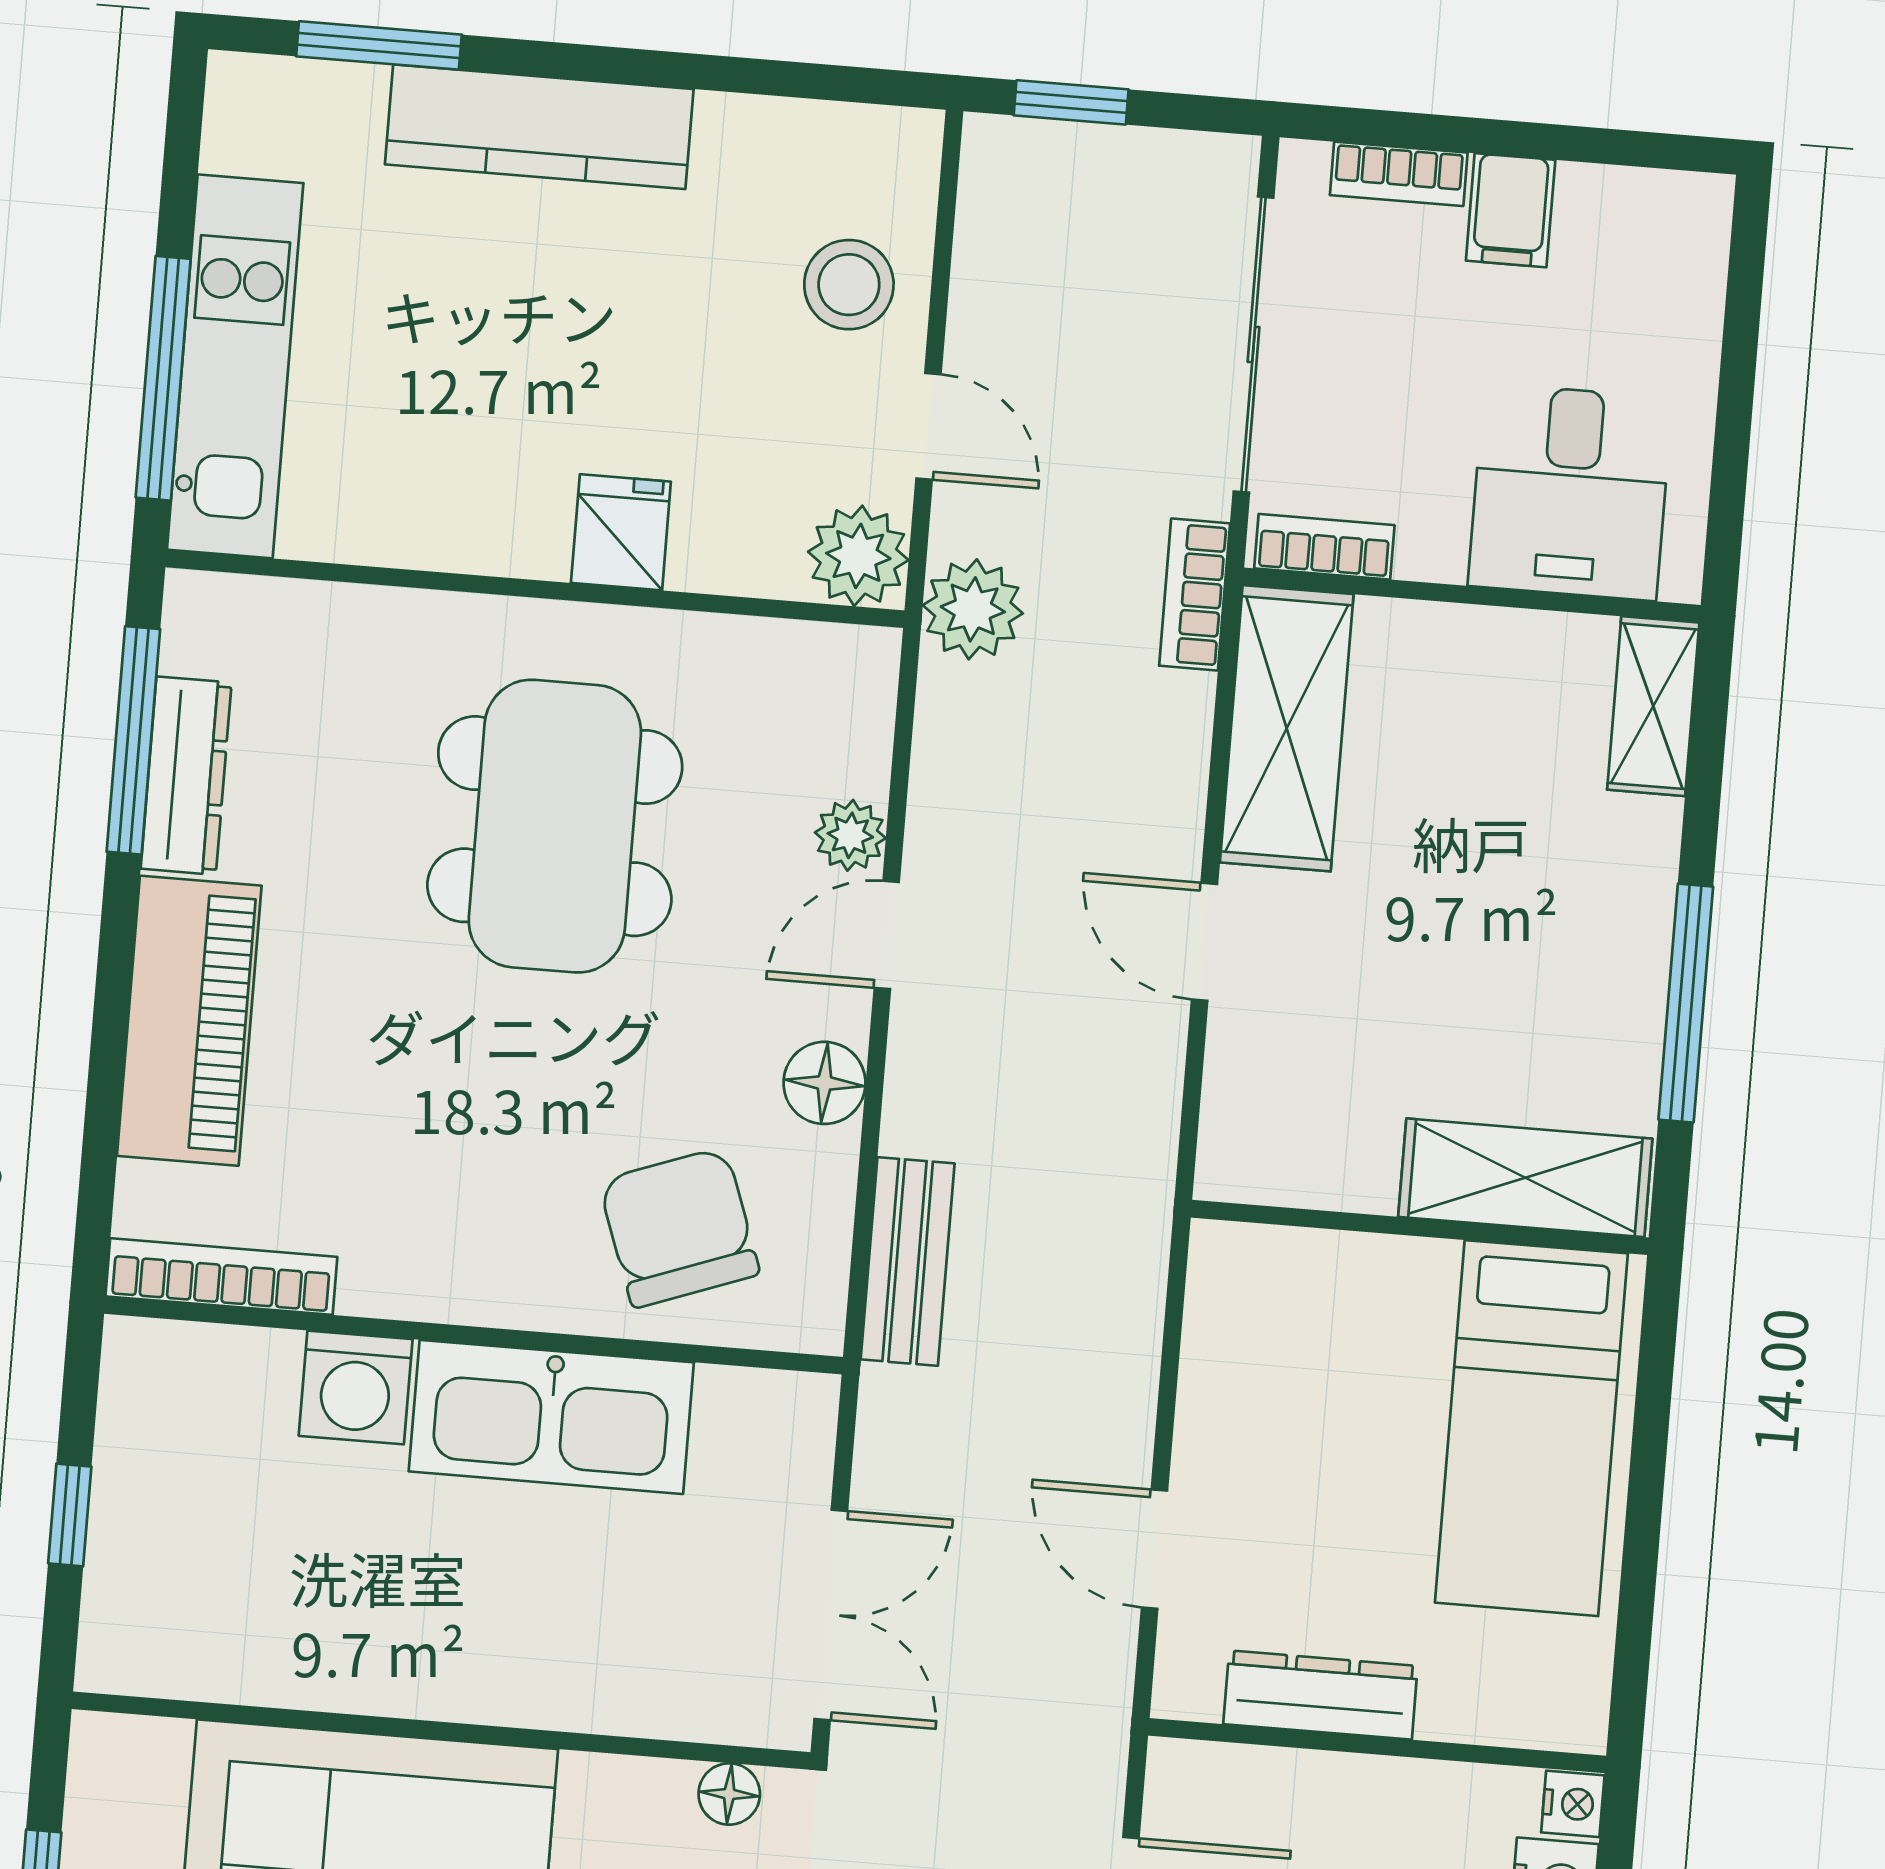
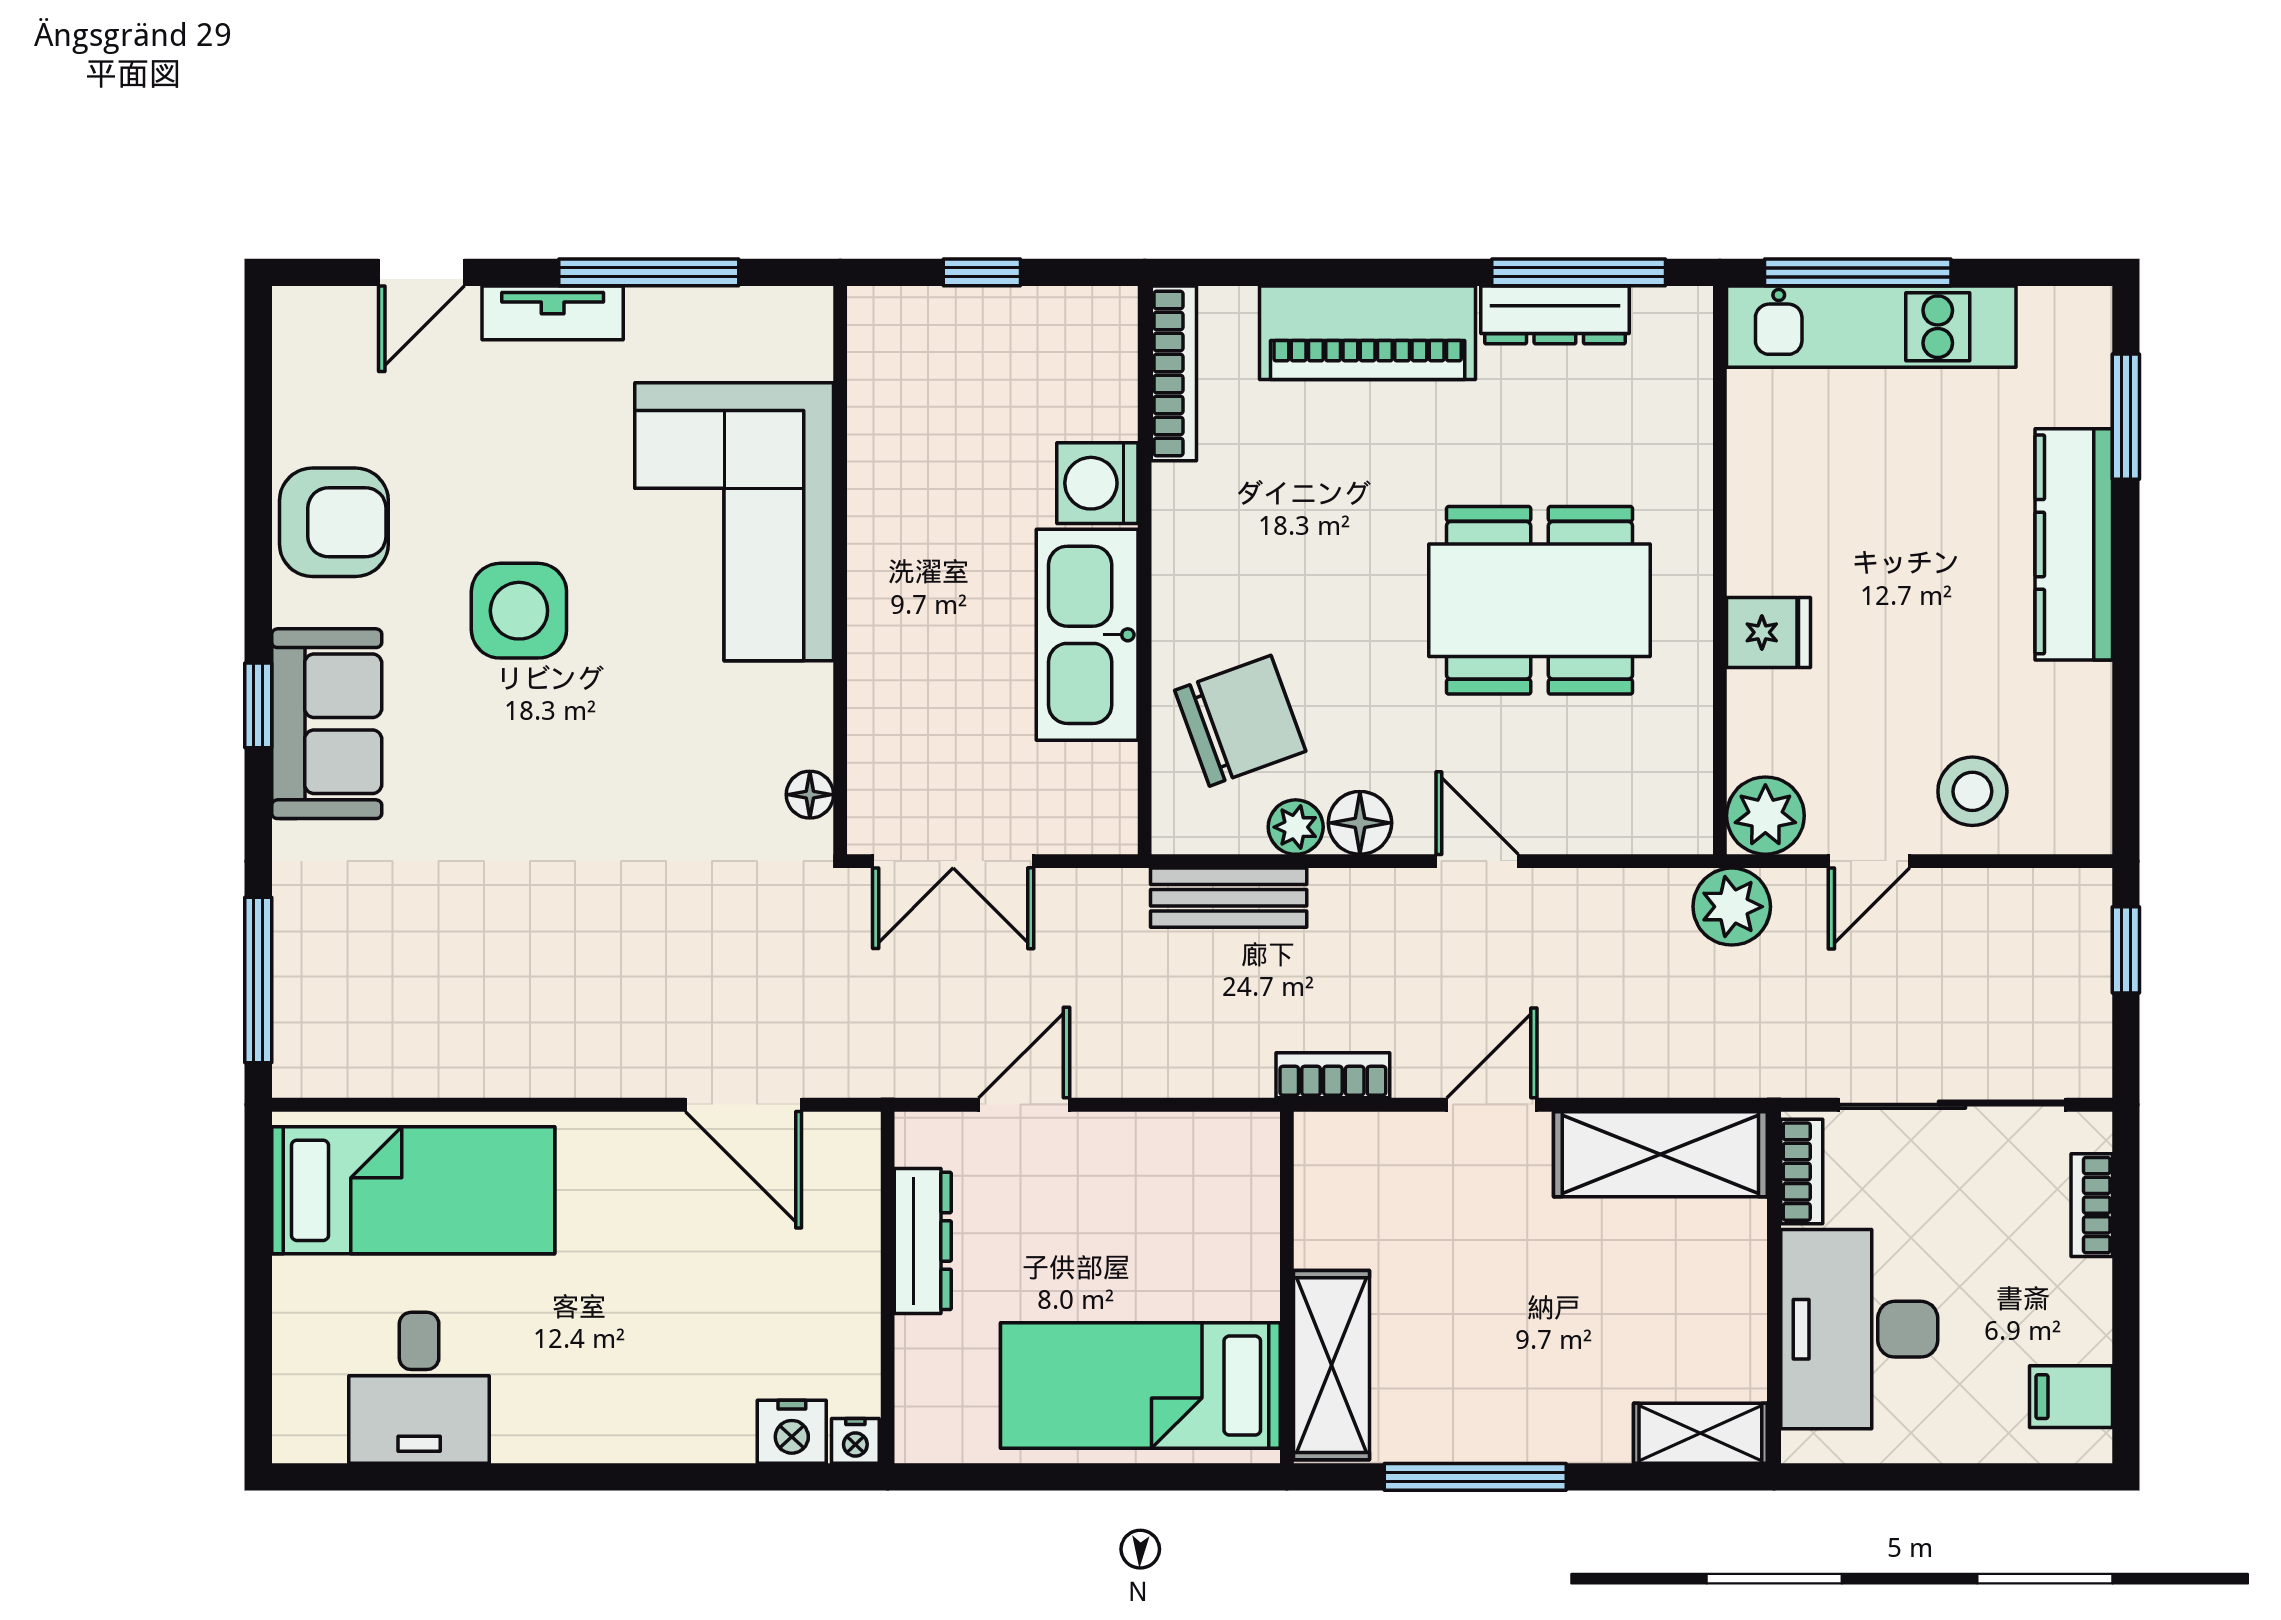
filing cabinet: (1511, 210) -> (2071, 1397), moved
desk: (1570, 492) -> (1859, 1329), width x1.37
bookcase: (1195, 594) -> (1333, 1075), moved
plant: (850, 835) -> (1296, 827), moved

